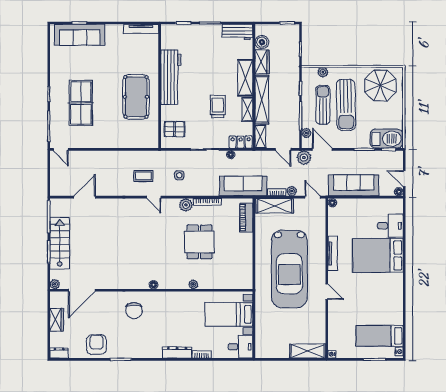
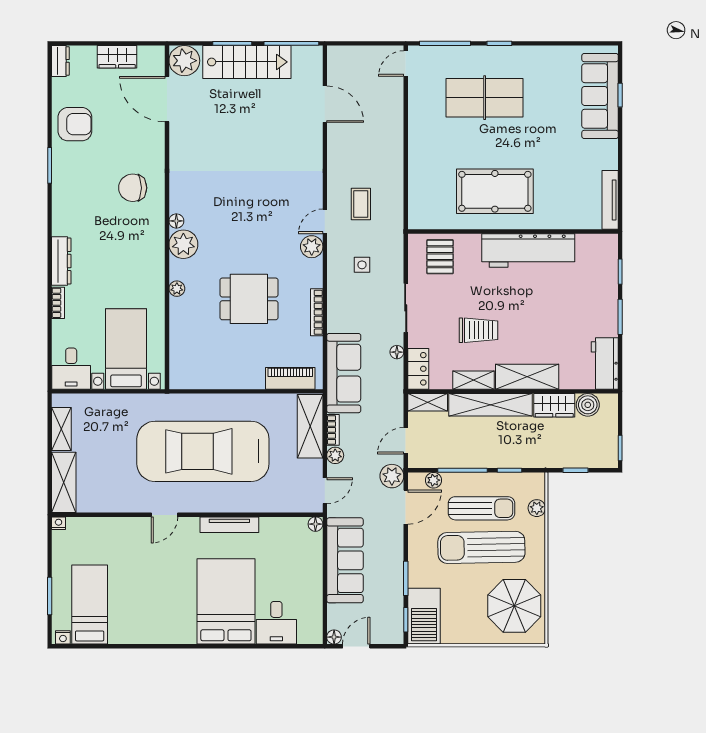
plant: (186, 205) -> (312, 247), moved
plant: (167, 281) -> (183, 244), added
plant: (55, 284) -> (184, 61), width x1.88, depth x1.88
shelving: (276, 353) -> (61, 429), added

